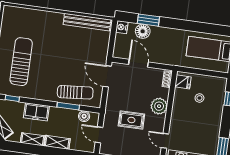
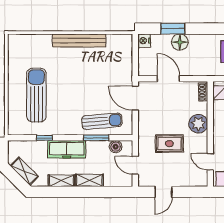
bench: (87, 22) -> (79, 40), moved
floor lamp: (143, 31) -> (180, 42), moved
window: (12, 98) -> (44, 138), moved
freezer: (36, 112) -> (67, 149), width x1.40

